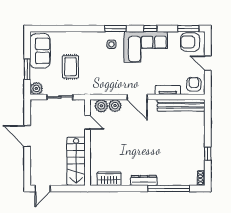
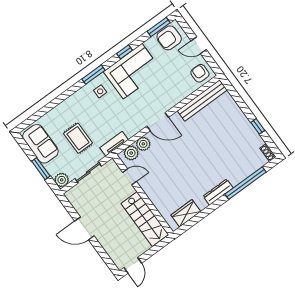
tv unit: (168, 90) -> (114, 144), moved

